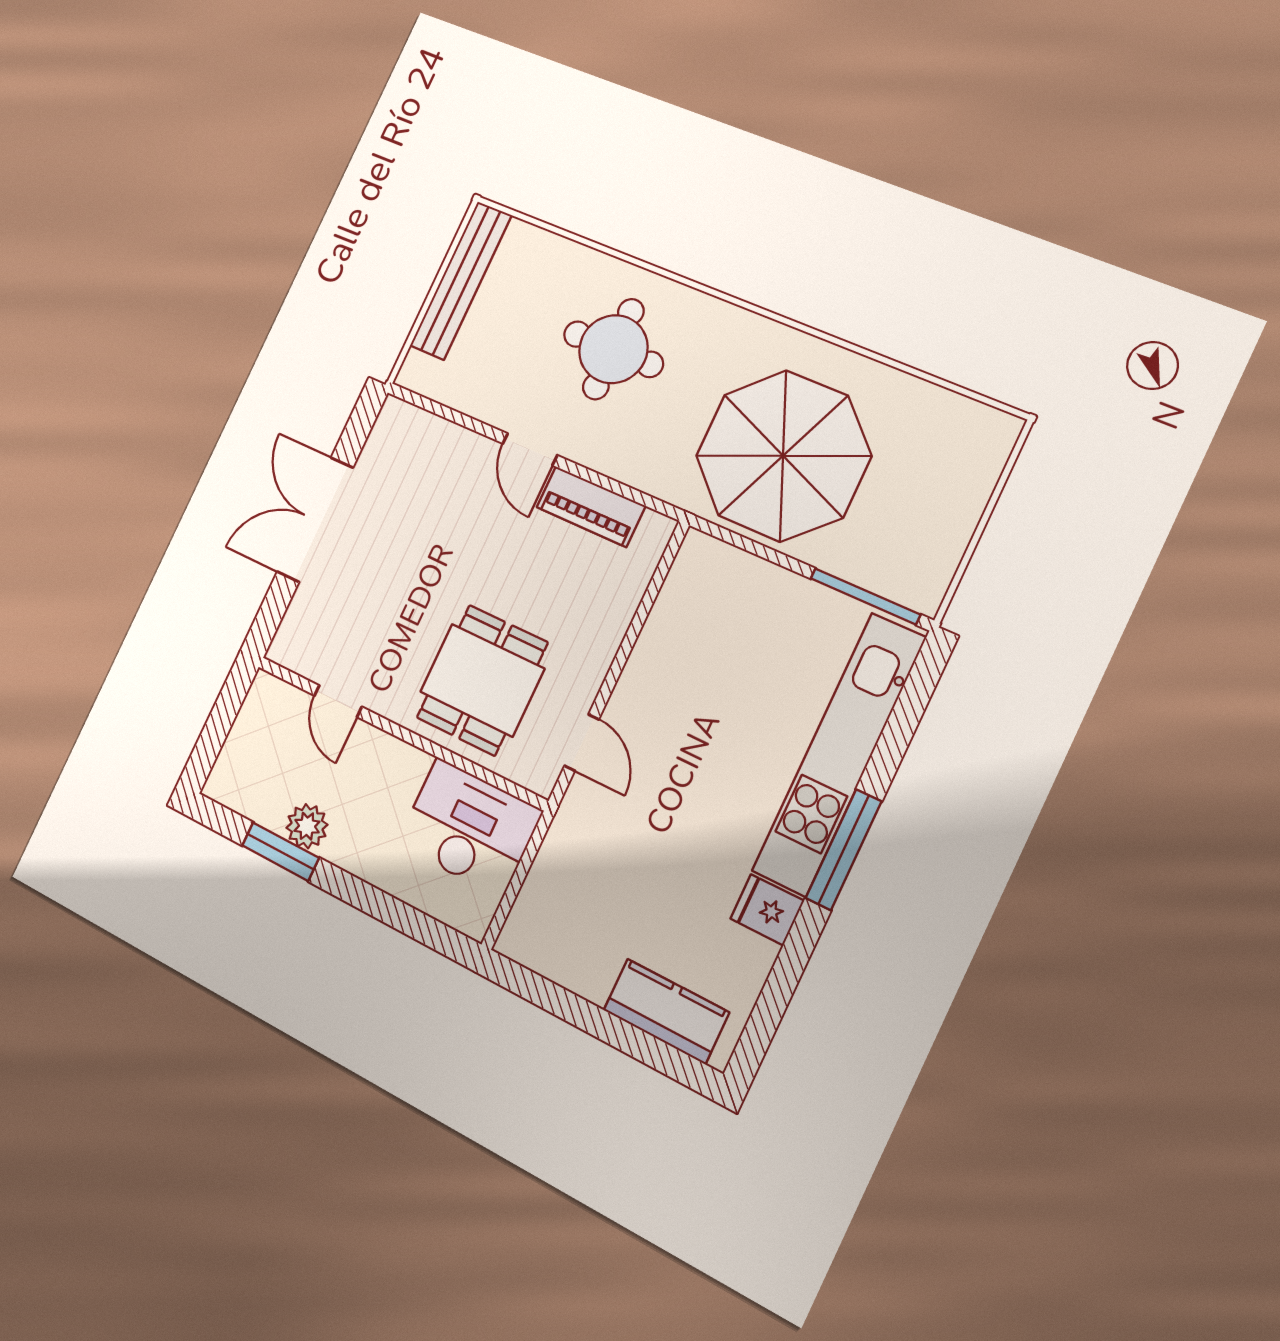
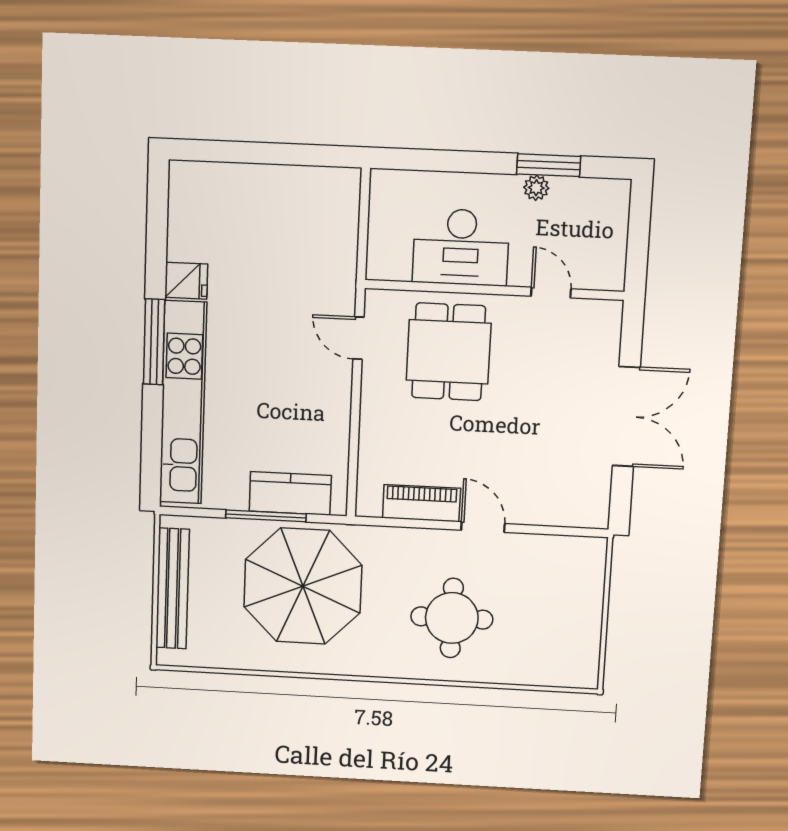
bench: (461, 281) -> (173, 589), moved
window: (865, 596) -> (266, 516), moved
plant: (307, 826) -> (536, 188), width x0.73, depth x0.73
desk: (469, 828) -> (461, 247), moved
kitchen counter: (666, 1011) -> (290, 493), moved, turned 180

